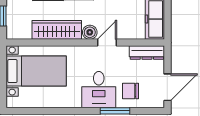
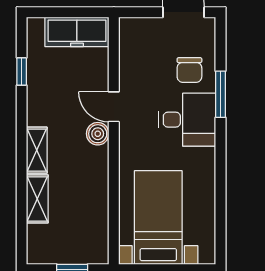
wardrobe: (57, 30) -> (94, 185), removed
dresser: (147, 53) -> (129, 44), removed

